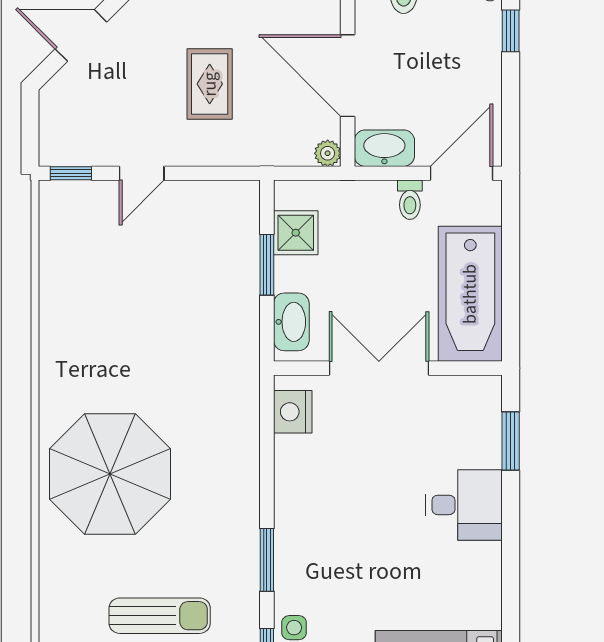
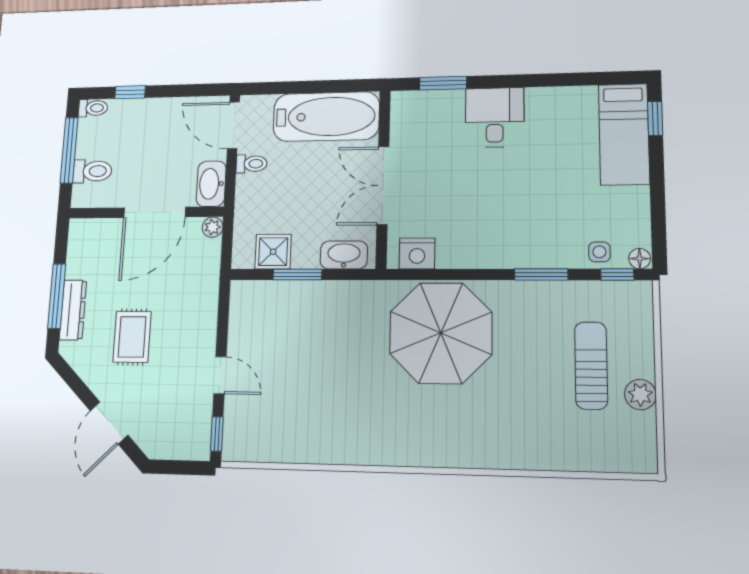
rug: (210, 84) -> (132, 337), moved, turned 90
parasol: (110, 474) -> (441, 333), moved

